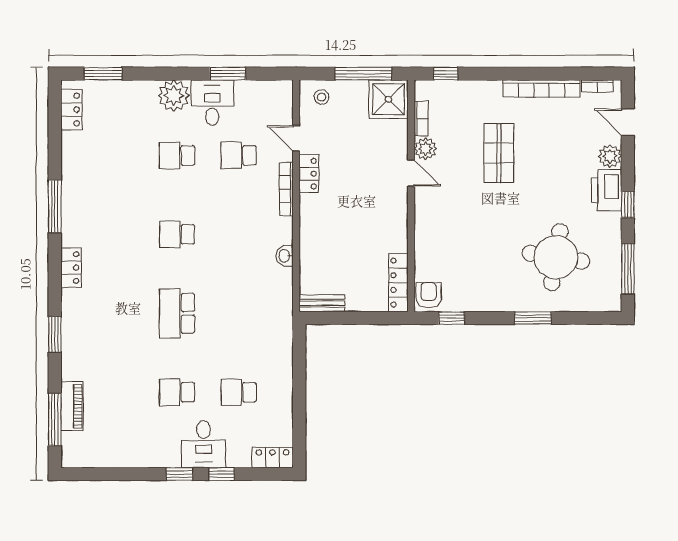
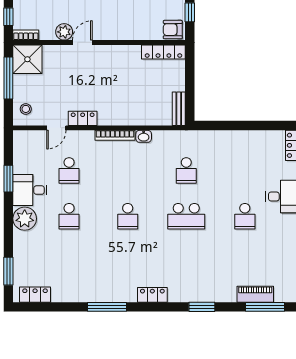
bookcase: (421, 119) -> (26, 35), moved
bookcase: (286, 189) -> (115, 135), moved
school desk: (239, 392) -> (186, 170), moved

